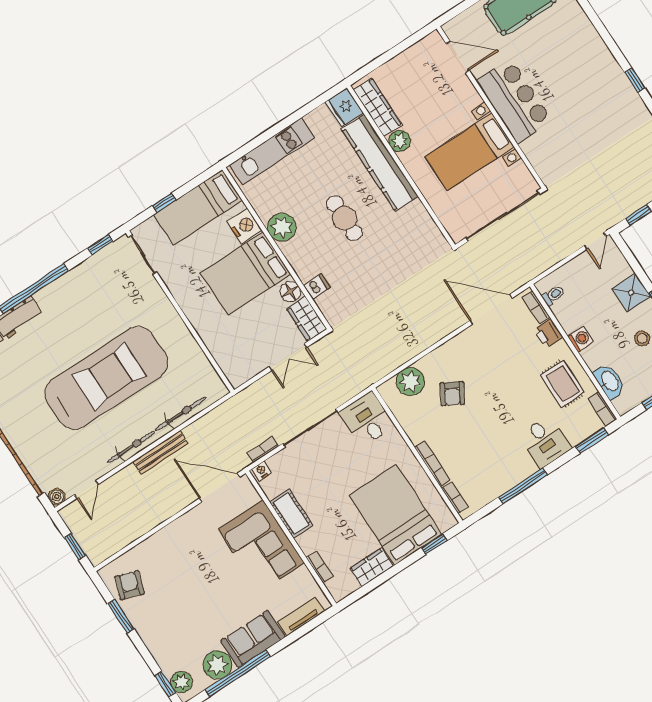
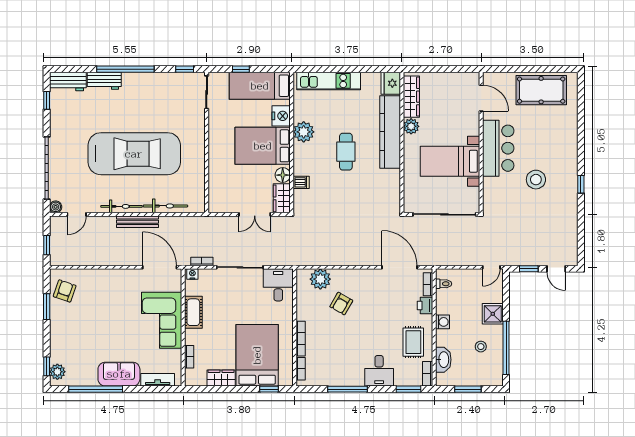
stool: (580, 108) -> (536, 180), added
plant: (217, 665) -> (87, 376), removed

